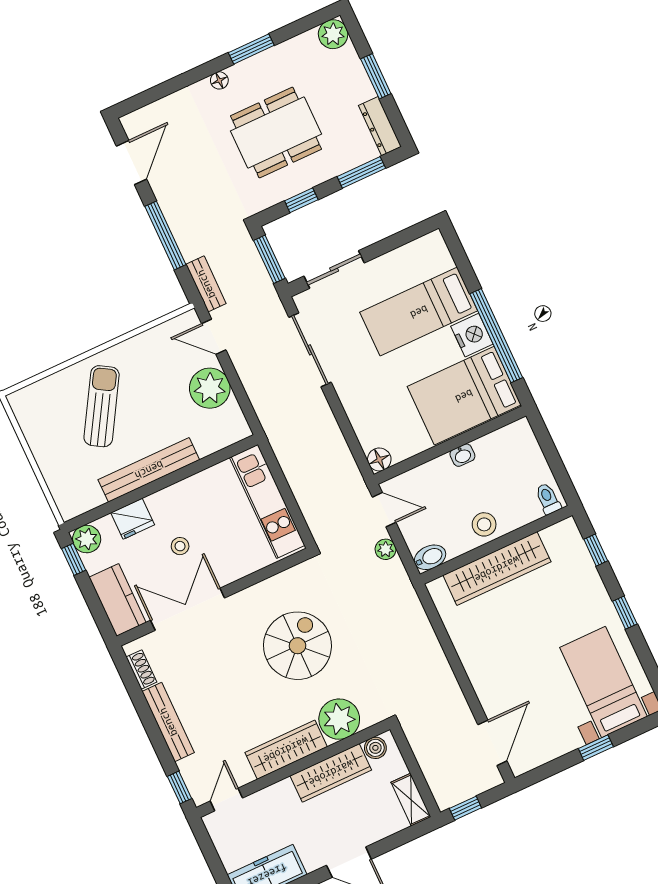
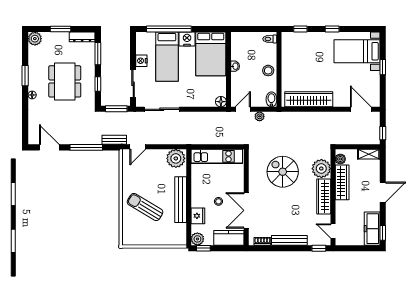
nightstand: (387, 265) -> (141, 61), added
window: (496, 336) -> (169, 29), moved
plant: (210, 388) -> (176, 158), moved
wardrobe: (497, 569) -> (309, 99), moved, turned -90

